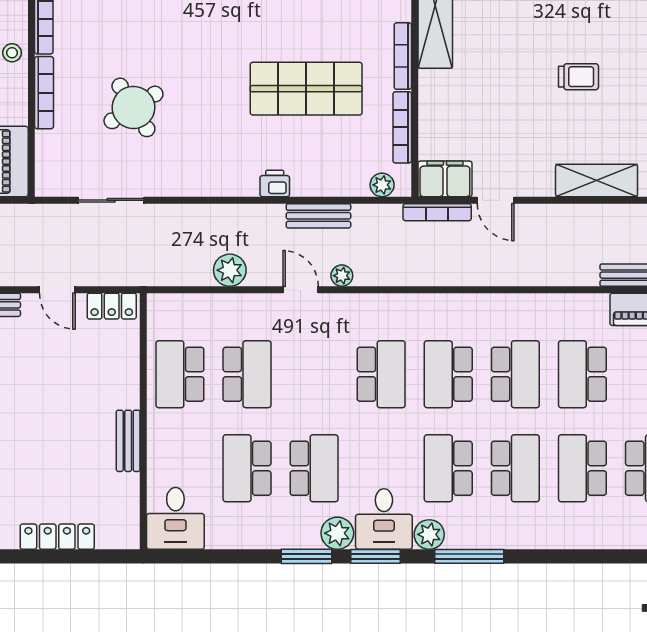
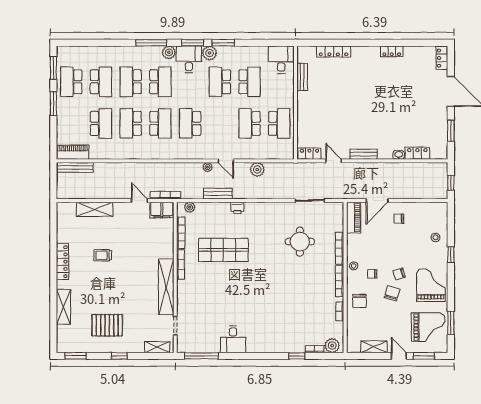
round table: (133, 107) -> (300, 242), turned 32
bench: (128, 441) -> (302, 77), moved

